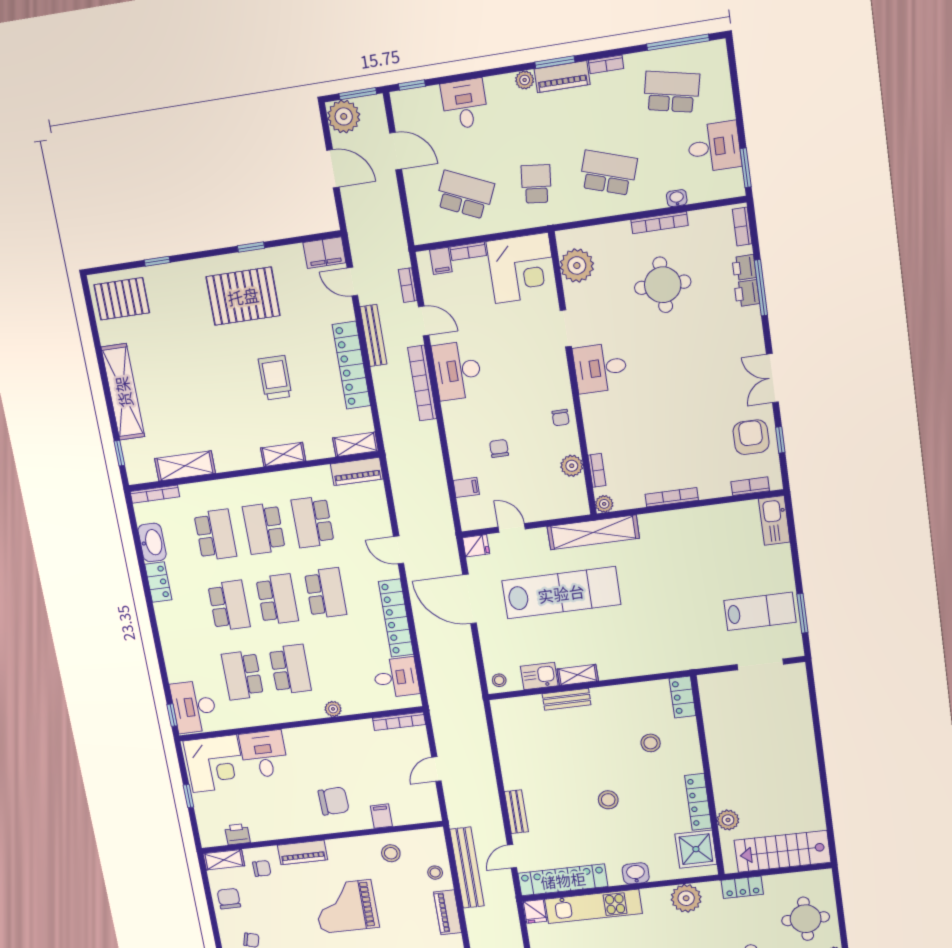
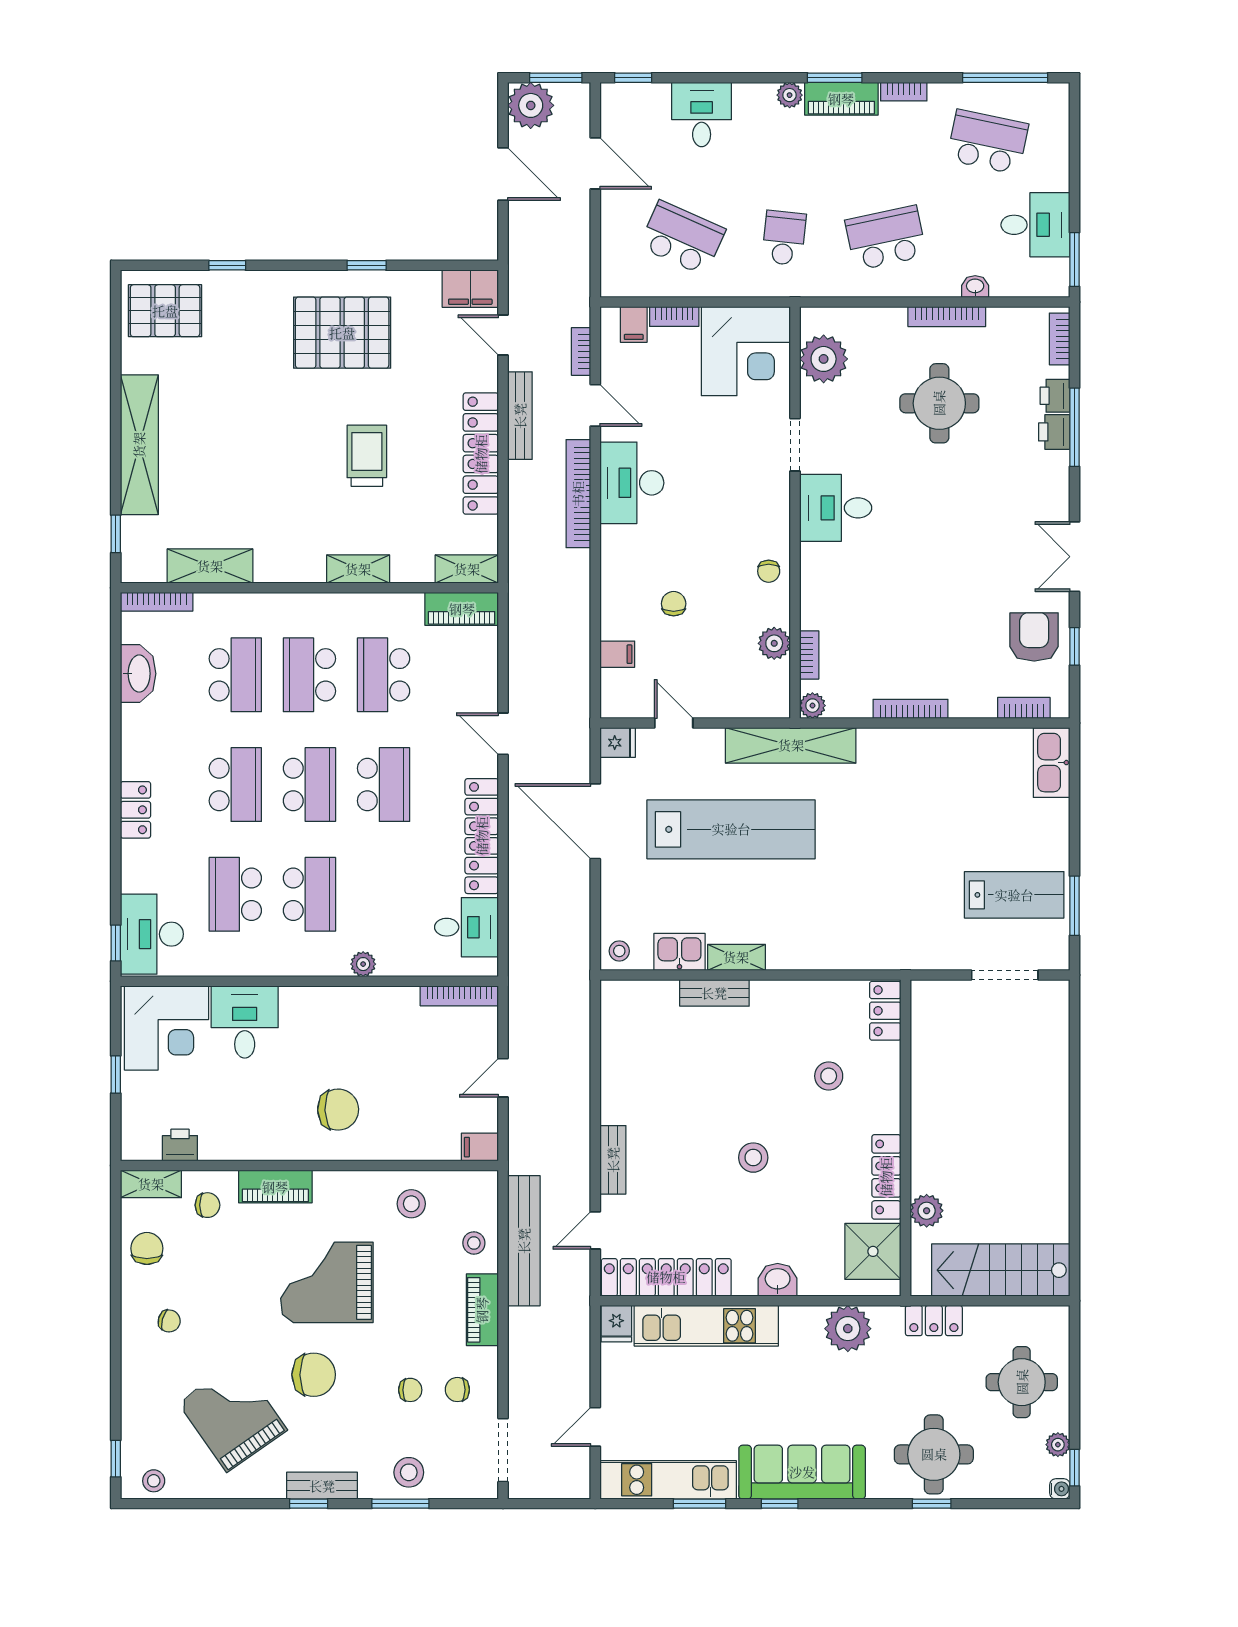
school desk: (608, 173) -> (886, 238), turned -30
locker: (158, 582) -> (135, 810), moved
filing cabinet: (381, 816) -> (480, 1147), moved, turned -90

